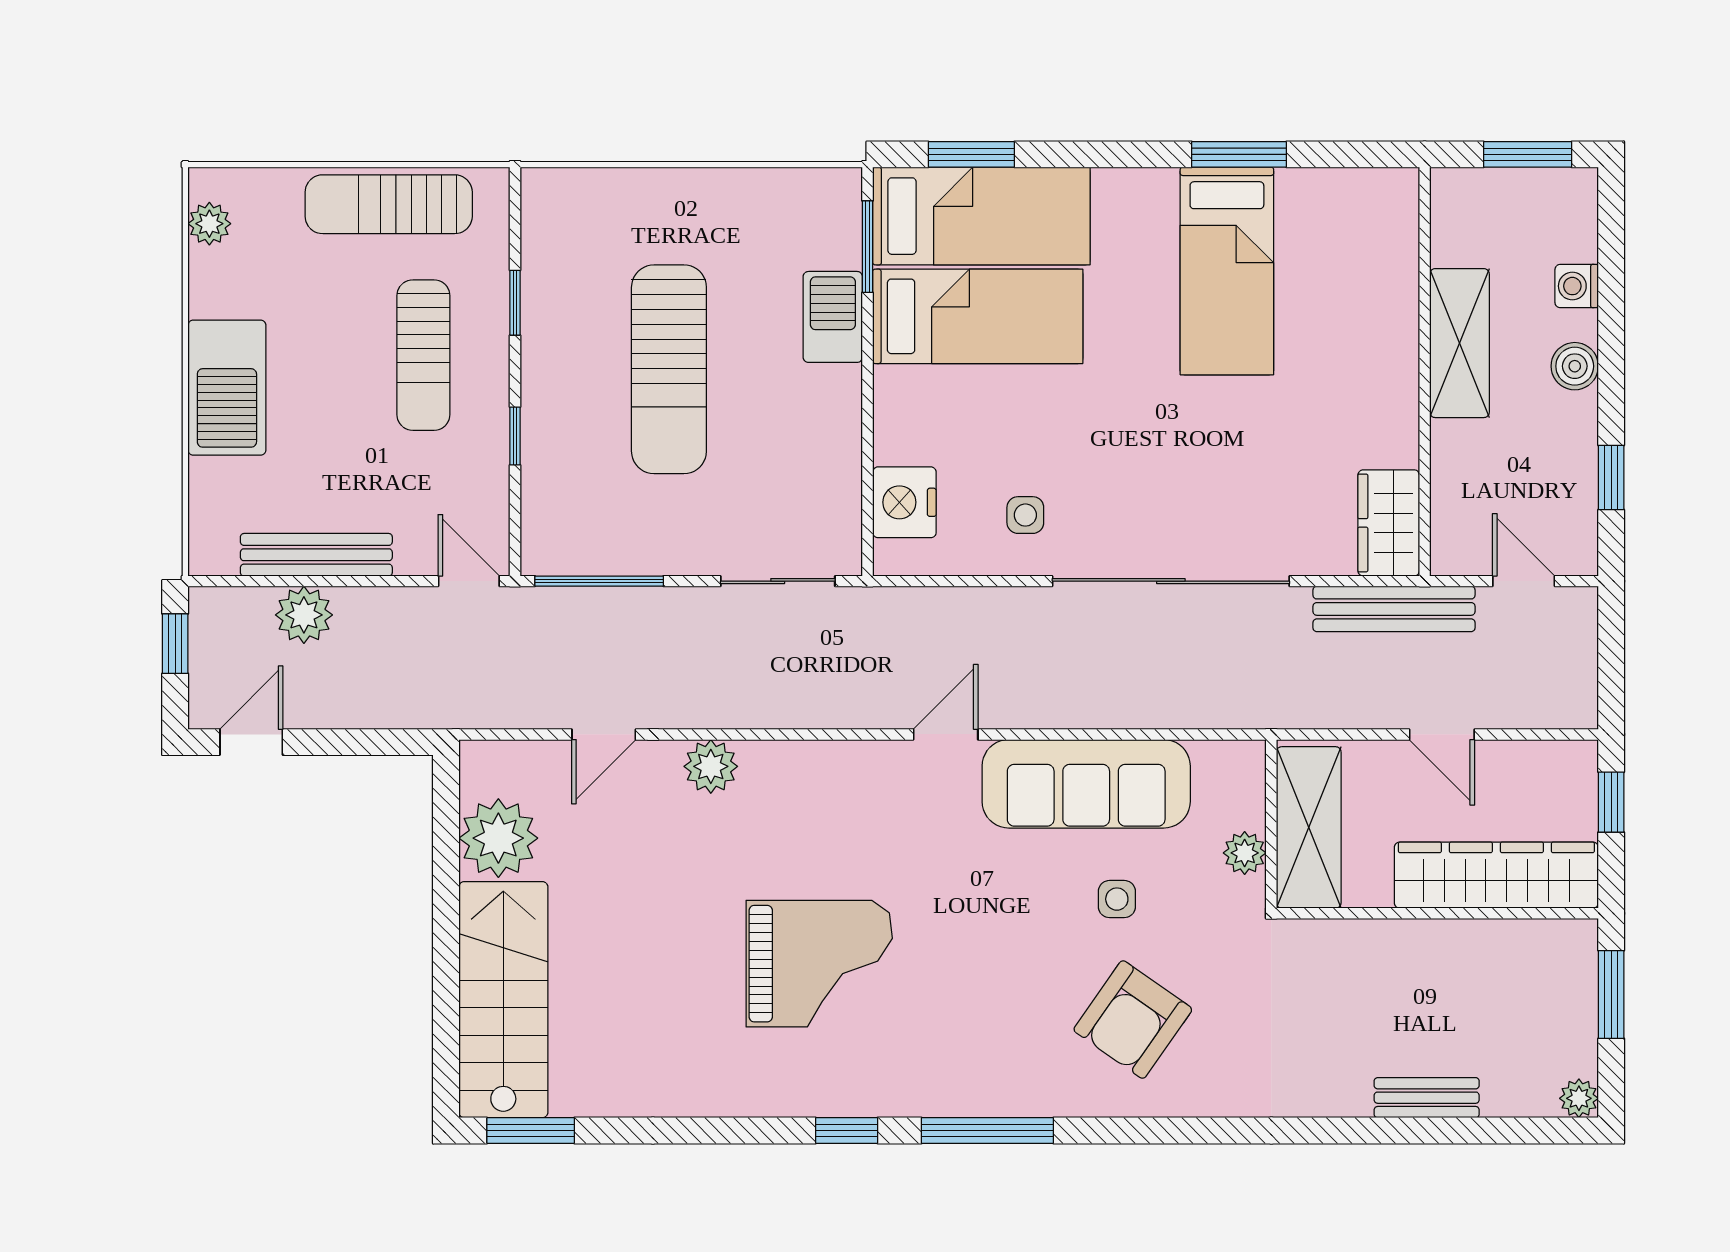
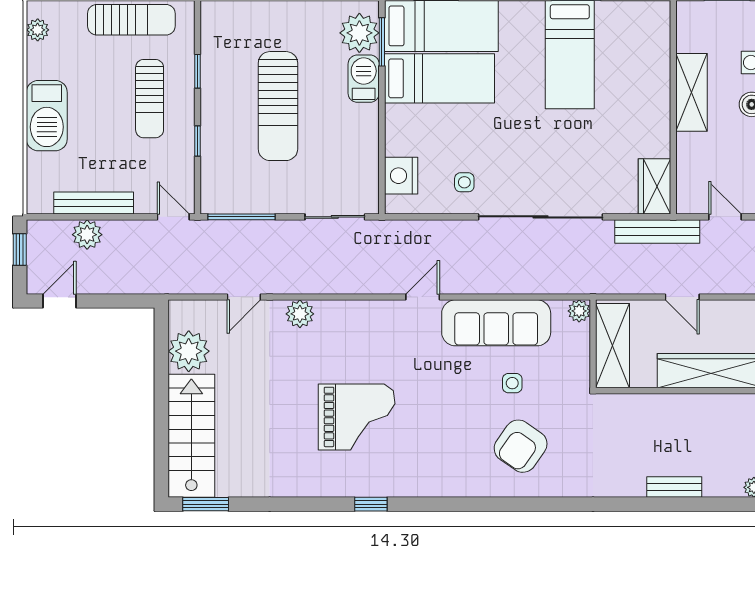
sun lounger: (389, 204) -> (131, 20), turned 180
plant: (825, 230) -> (359, 33), added
plant: (1245, 853) -> (579, 311), moved
window: (987, 1130) -> (444, 504), removed

